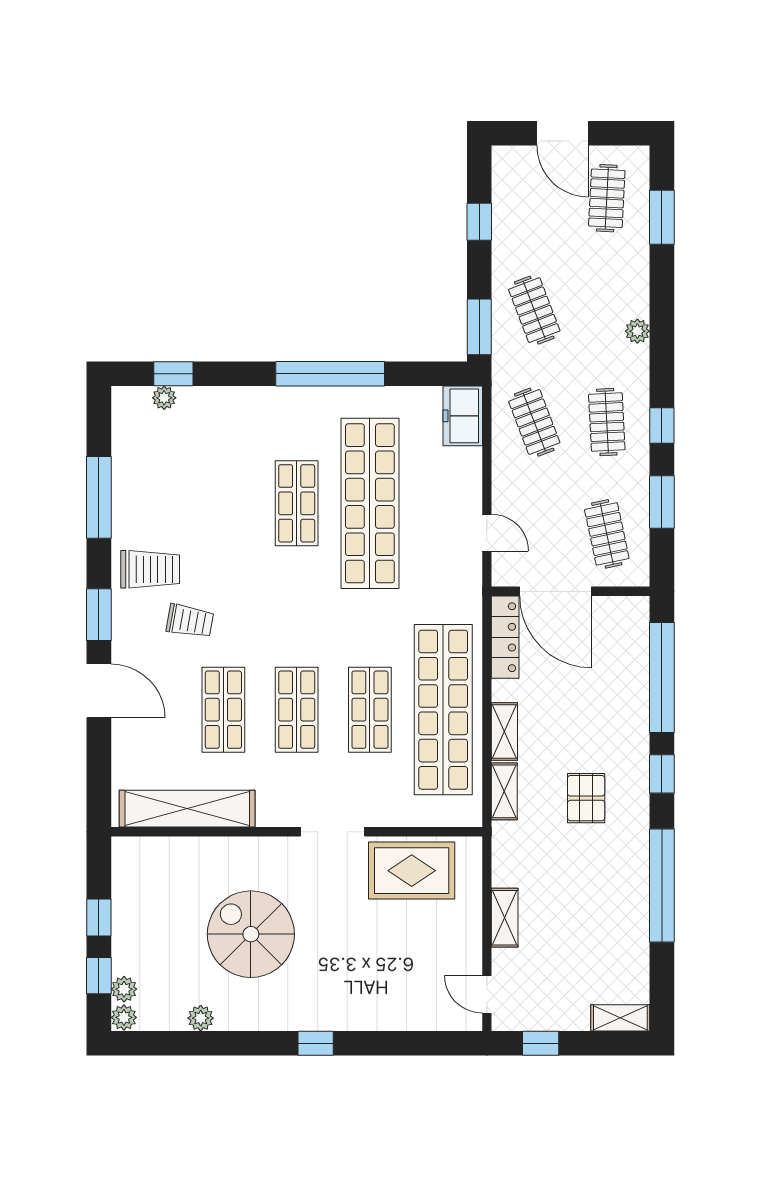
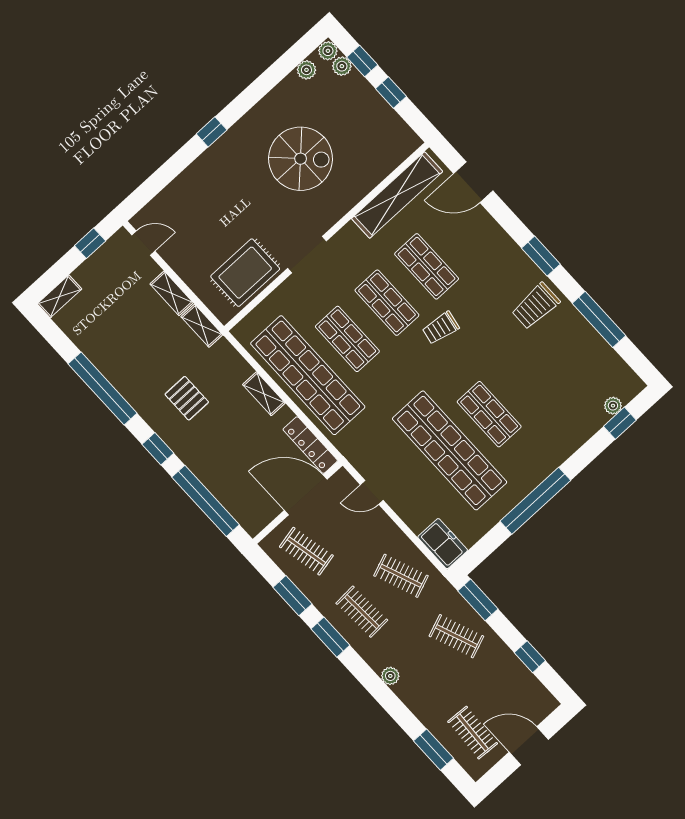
window: (662, 425) -> (330, 637), width x1.50
trolley: (190, 621) -> (441, 328), moved
door: (99, 691) -> (473, 182), moved
shelving: (504, 791) -> (202, 326), moved
plant: (201, 1018) -> (306, 70), moved

